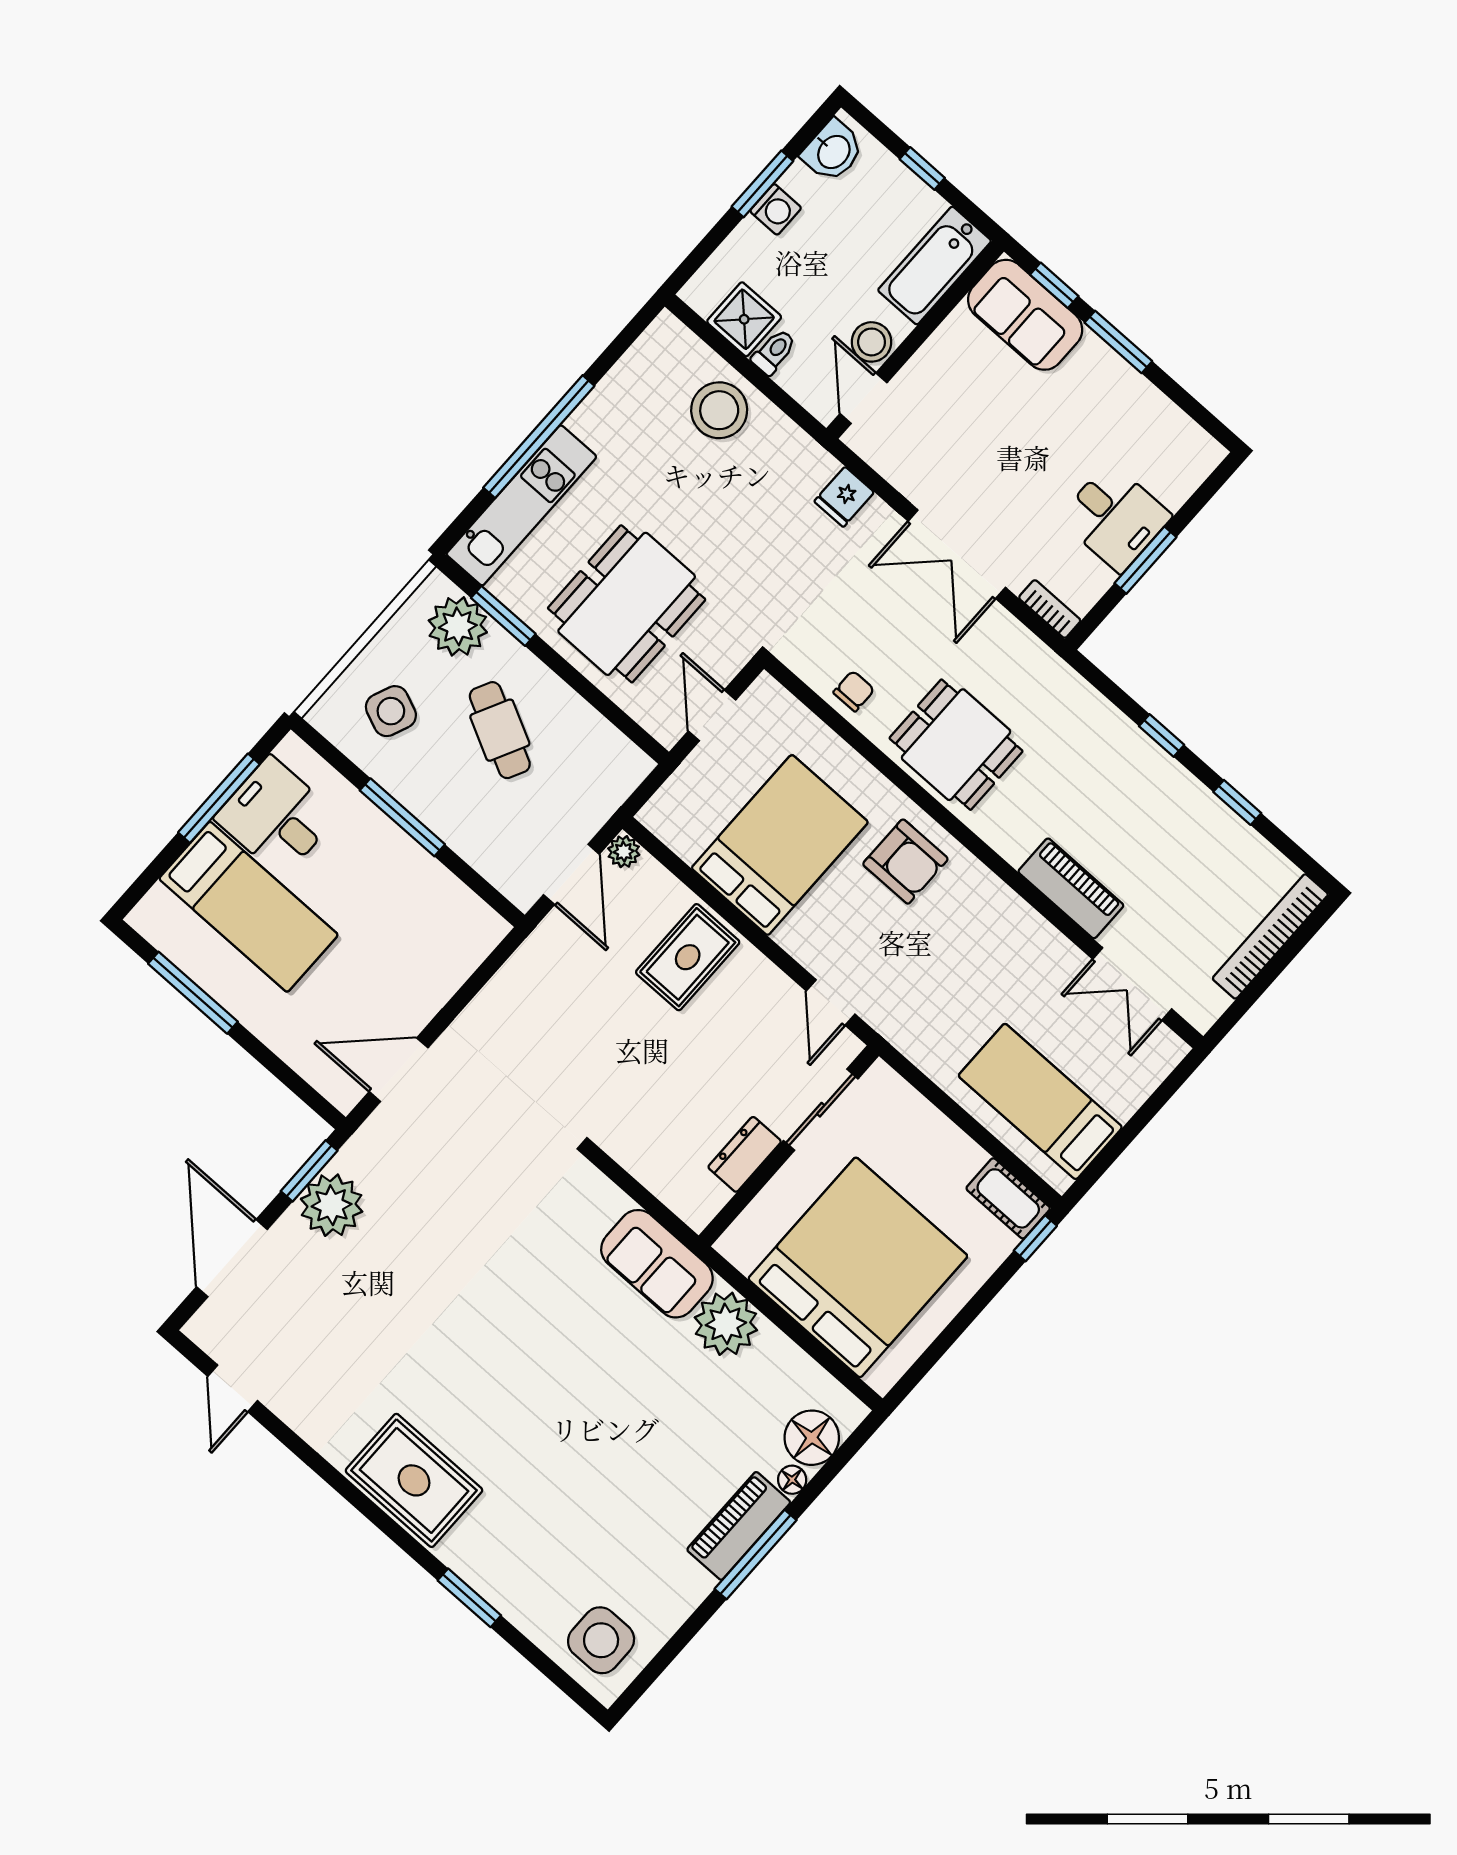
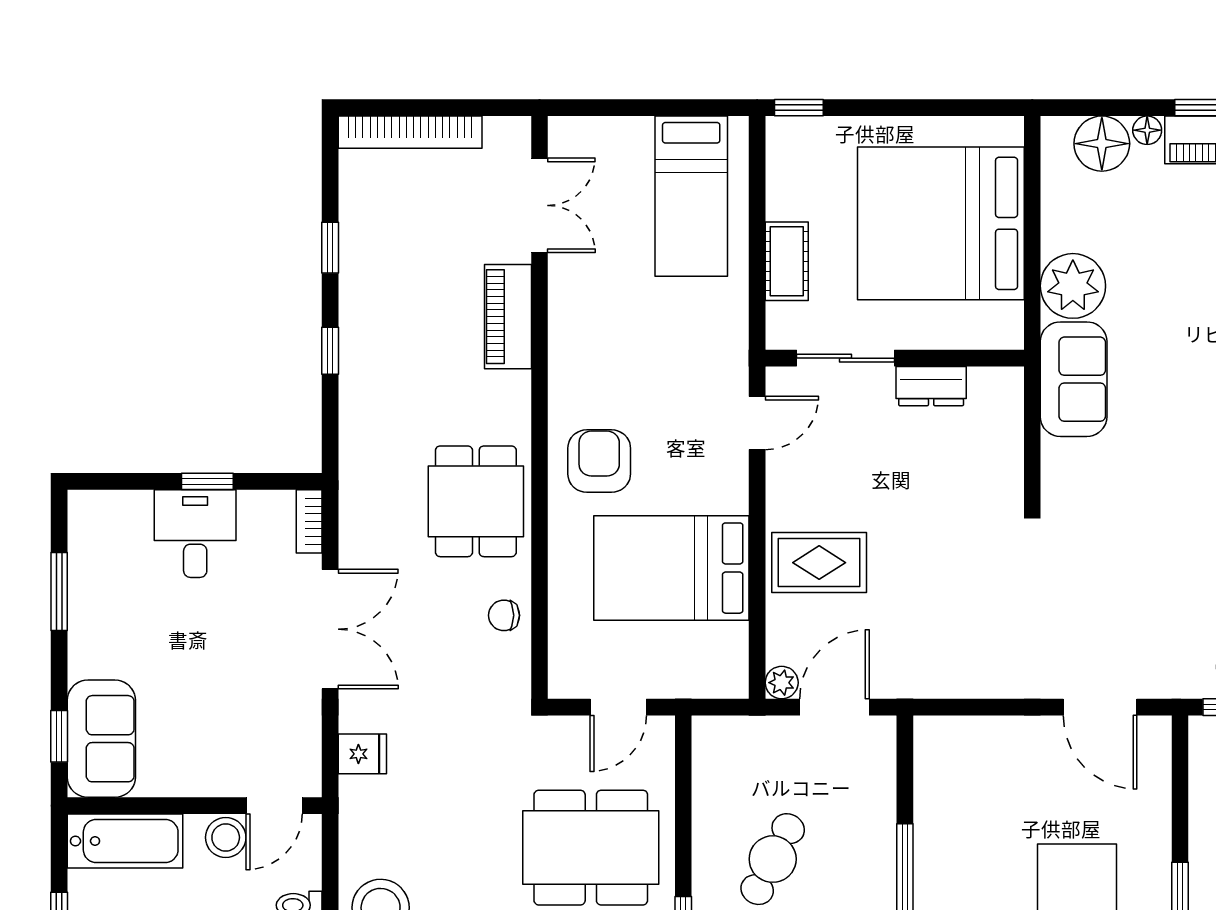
window: (1118, 342) -> (59, 591), moved
window: (1145, 560) -> (207, 481), width x0.67
cot: (1008, 1198) -> (787, 261), moved

